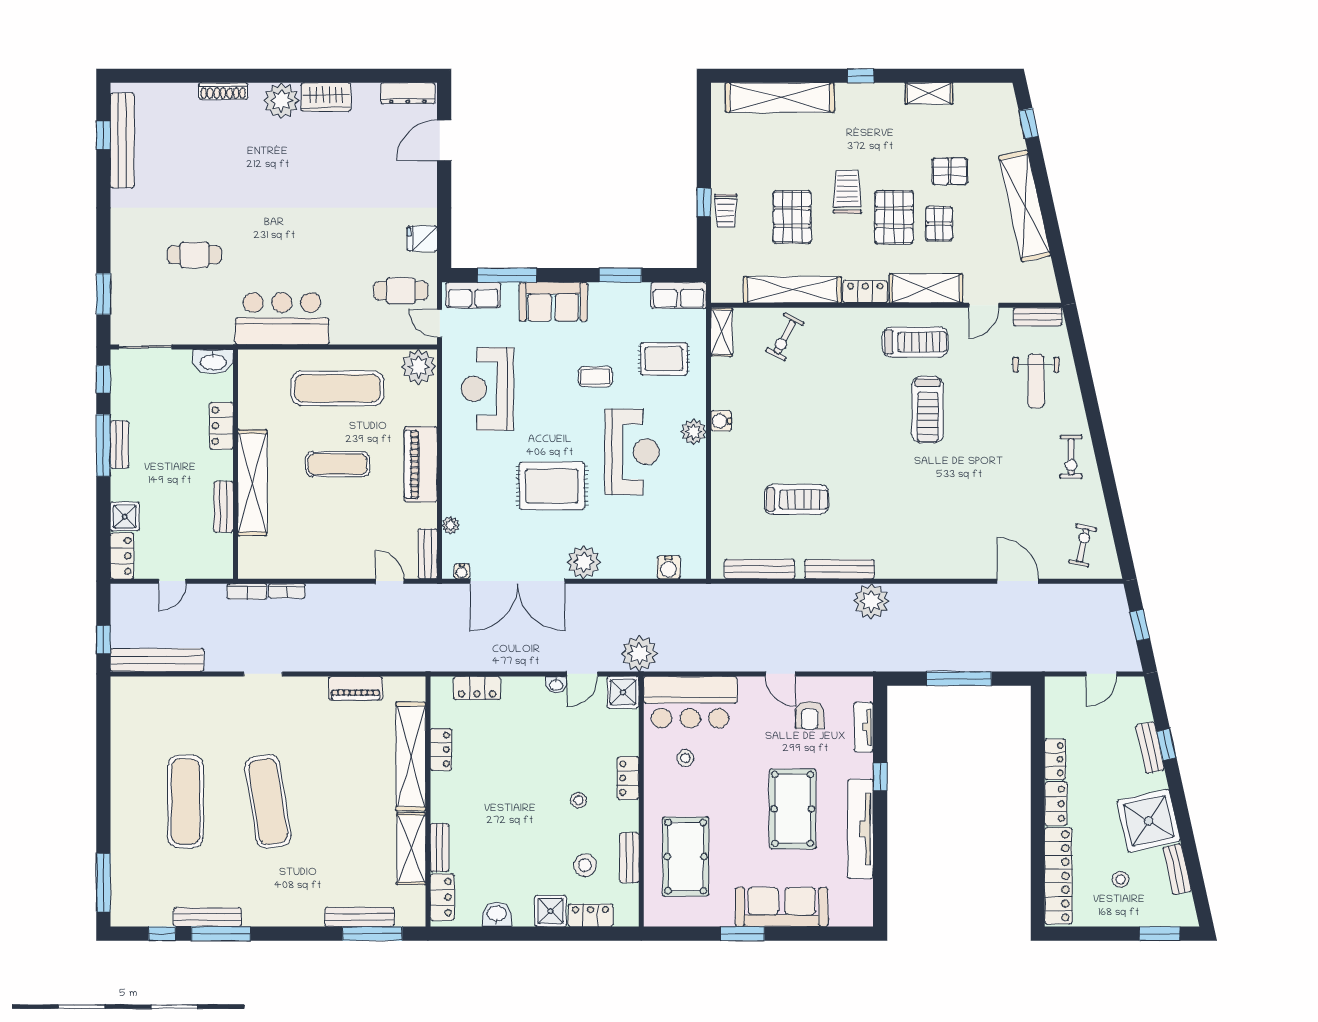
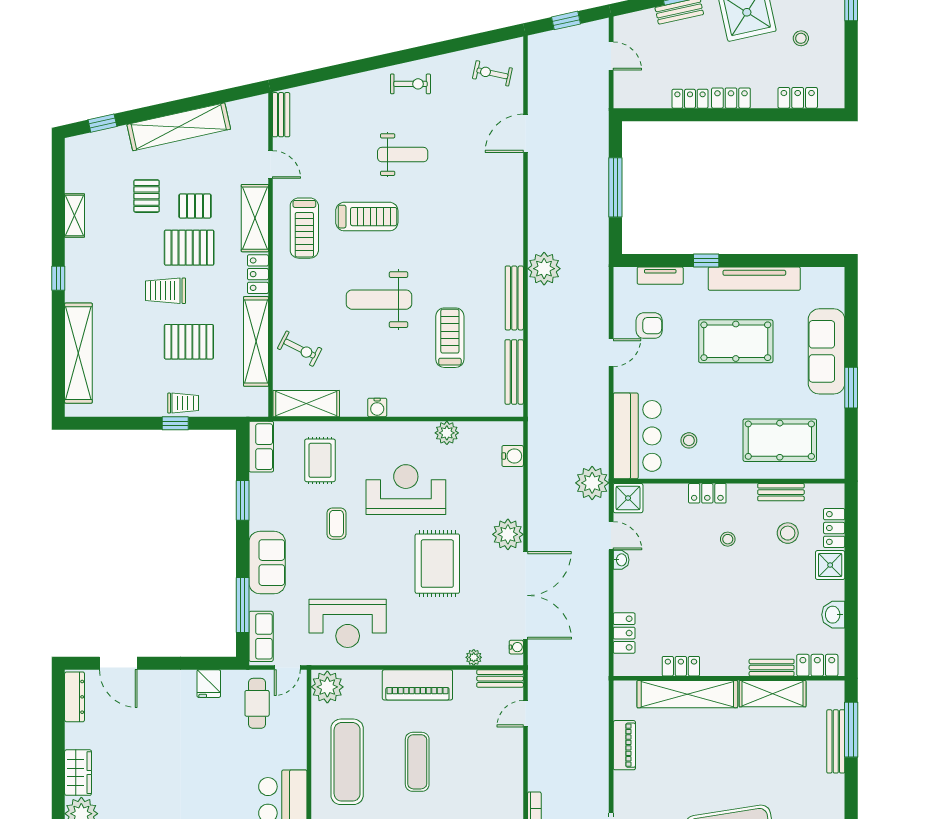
shelving: (722, 332) -> (306, 404), width x1.50, depth x1.33
treadmill: (915, 342) -> (304, 228), turned 180
weight bench: (1036, 381) -> (403, 155), moved
weight bench: (838, 423) -> (379, 300), added
plant: (693, 432) -> (447, 433), moved
locker: (1058, 876) -> (798, 98), width x0.46, depth x0.83

